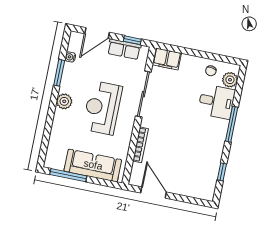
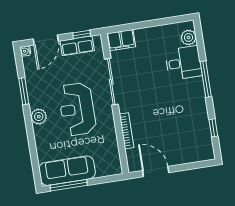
water cooler: (70, 57) -> (25, 51), moved
chair: (211, 71) -> (167, 36), removed
sofa: (93, 165) -> (67, 171), moved

